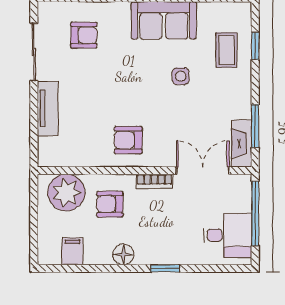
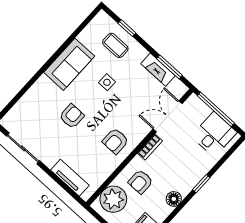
armchair: (84, 35) -> (72, 116), moved
tv unit: (48, 108) -> (70, 178), moved
fireplace: (242, 143) -> (158, 70), moved

